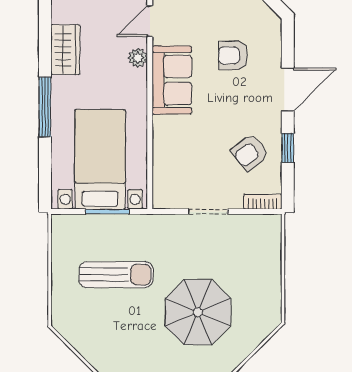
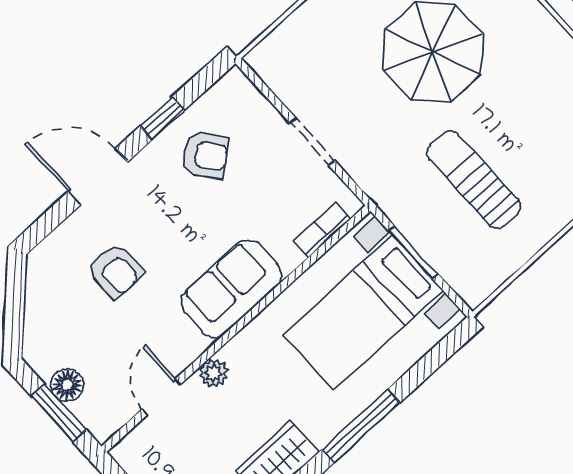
door: (150, 21) -> (161, 397), swing flipped
sofa: (172, 80) -> (231, 289), moved
bookcase: (263, 202) -> (322, 230), moved, turned 90

